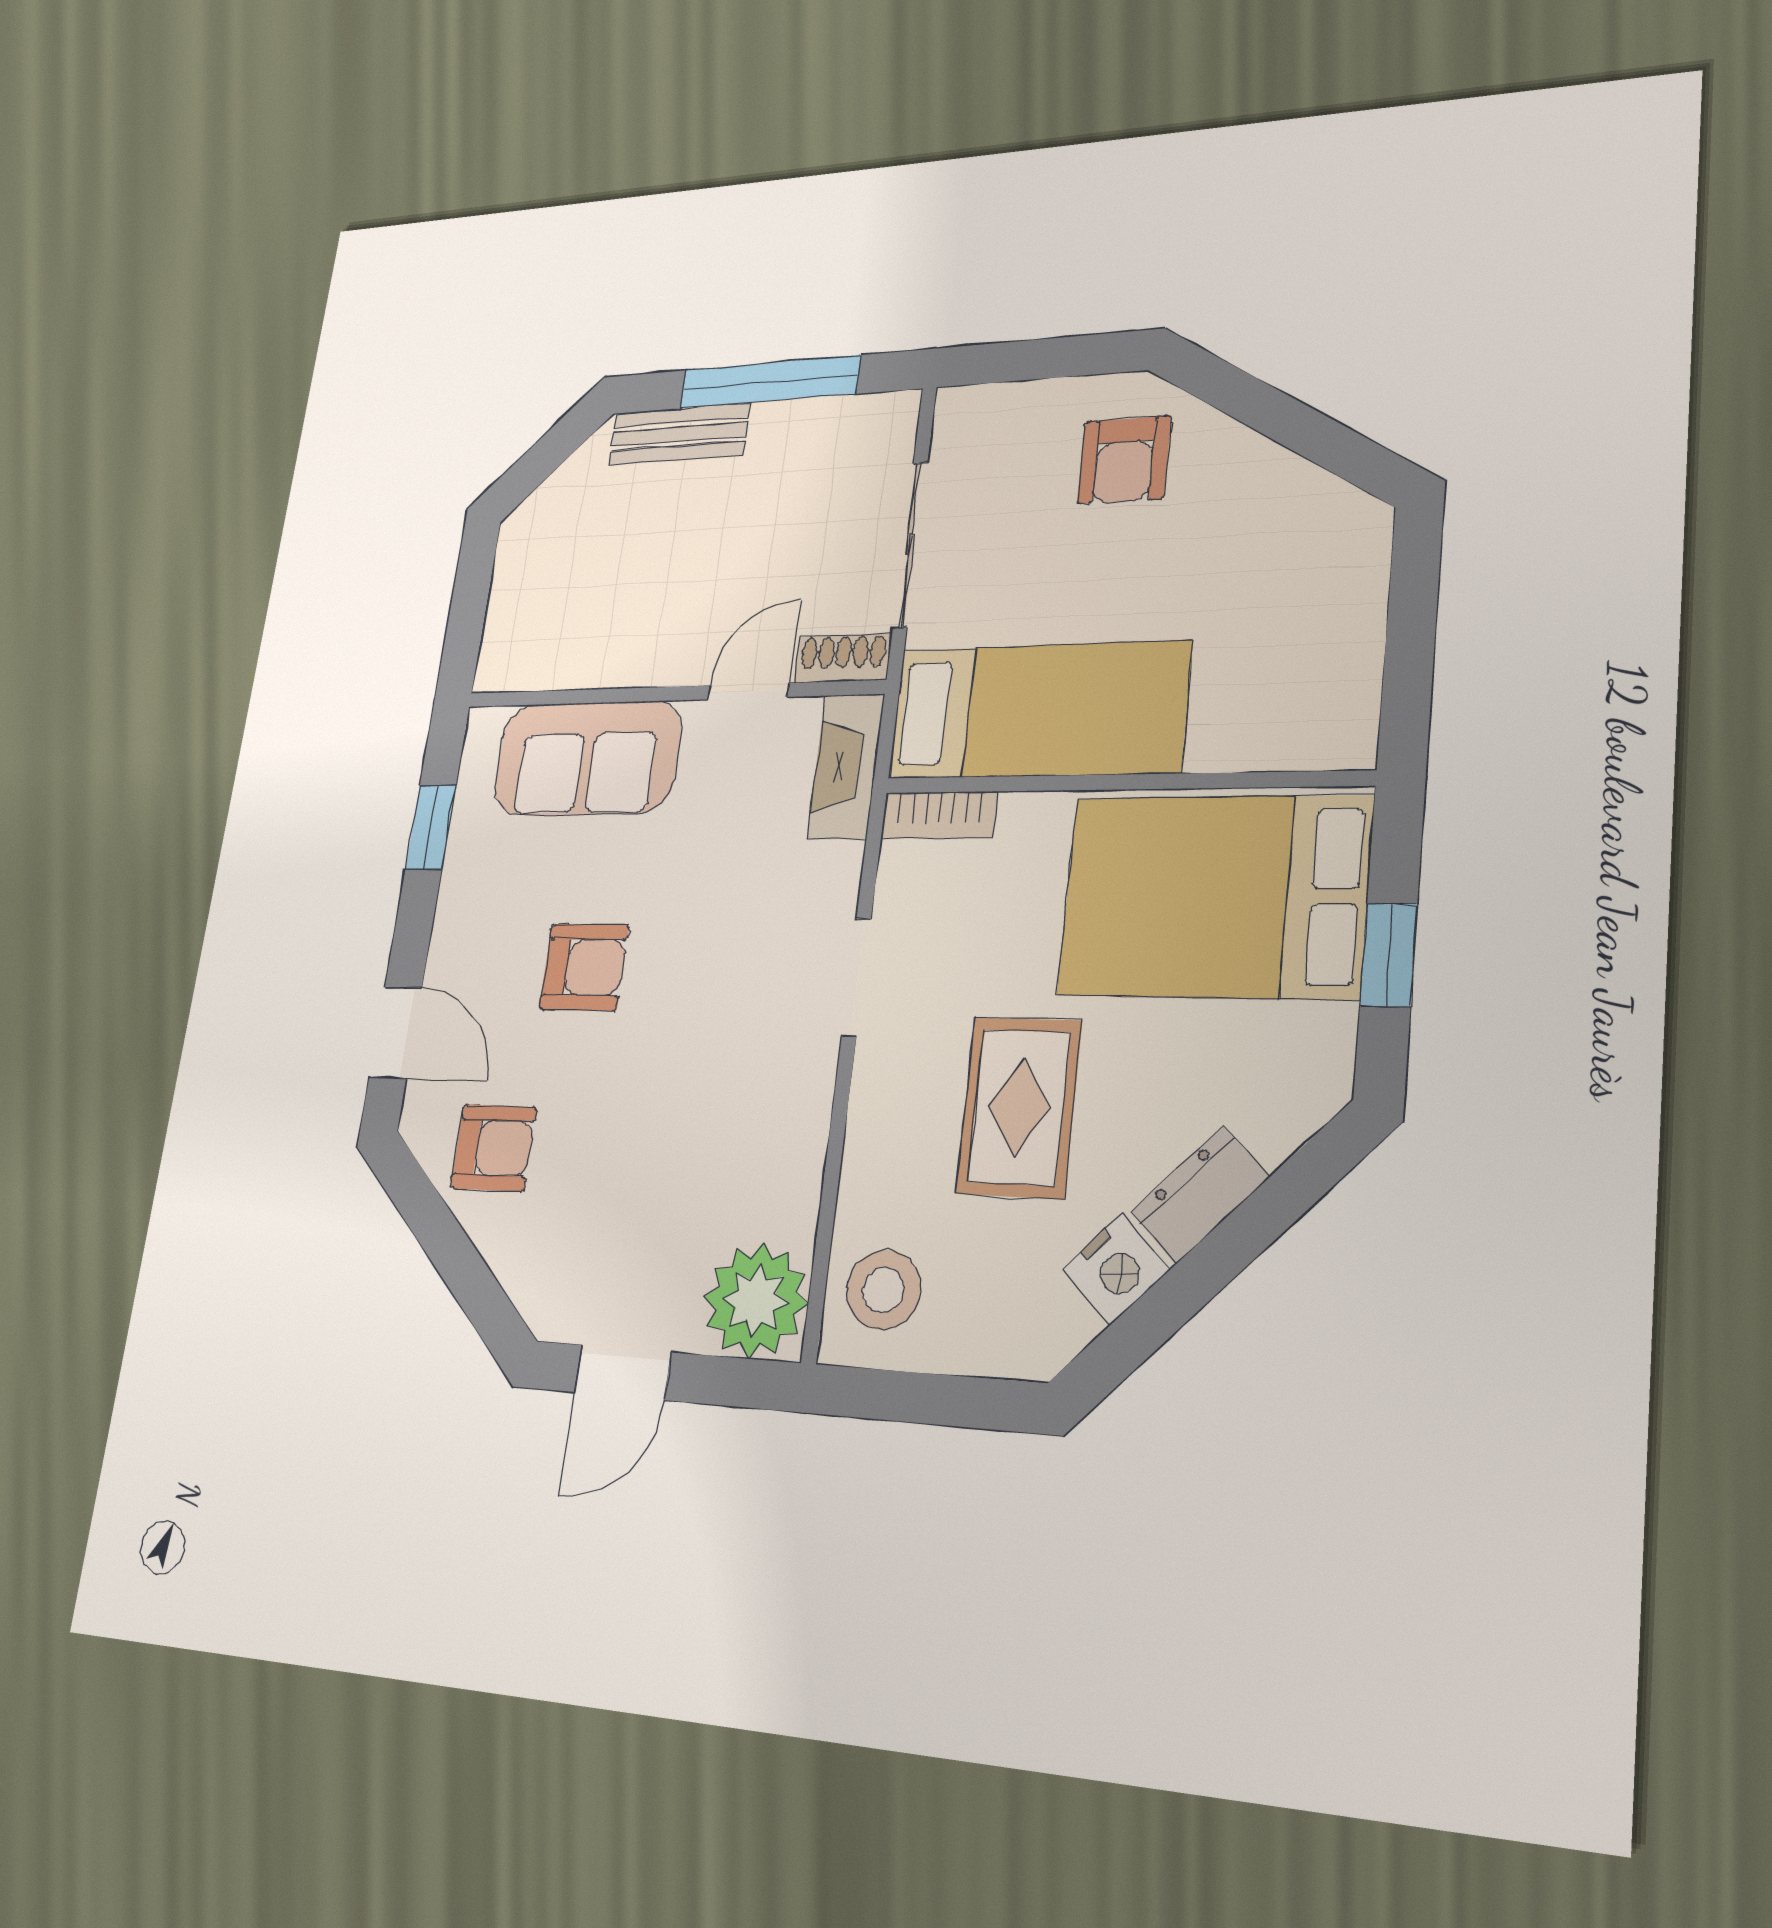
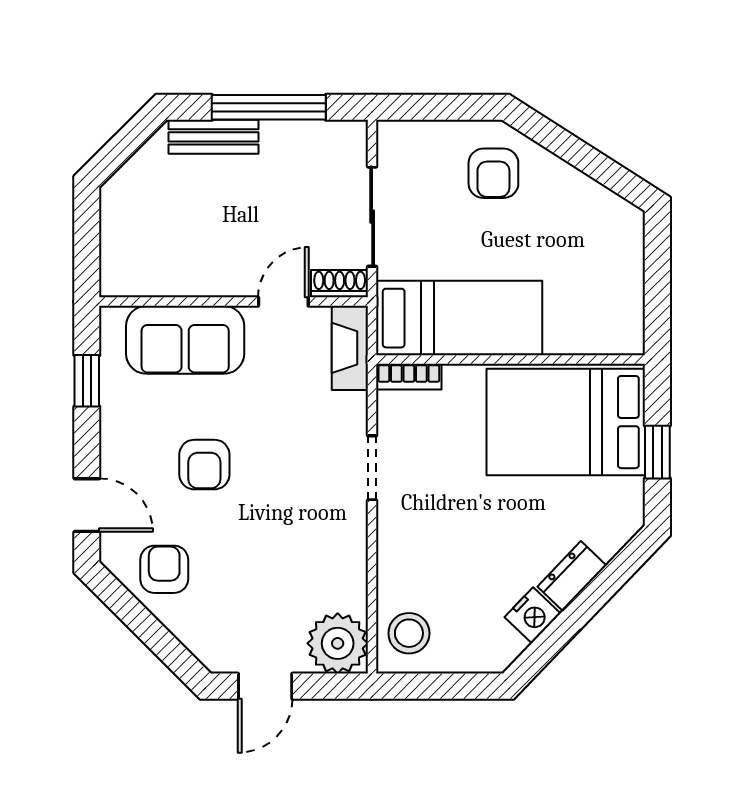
armchair: (584, 967) -> (204, 465), turned 90
rug: (1019, 1107) -> (472, 535), removed
armchair: (493, 1148) -> (164, 569), turned -90

